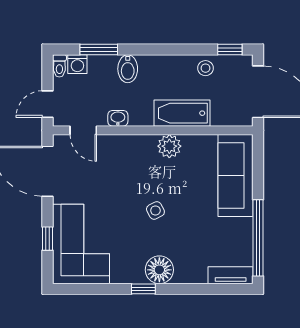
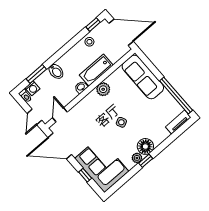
washbasin: (118, 118) -> (81, 87), moved
door: (83, 130) -> (60, 115), swing flipped
plant: (135, 275) -> (137, 158), added

